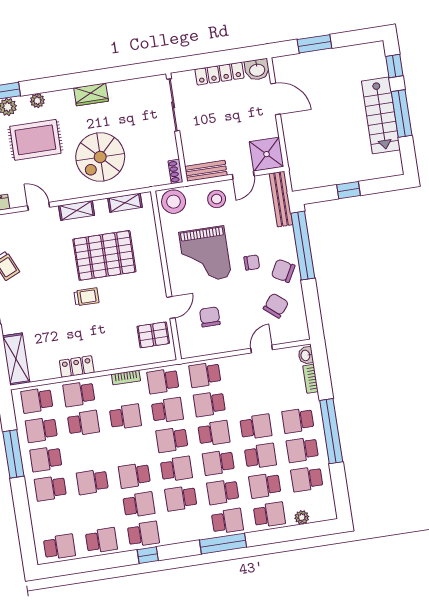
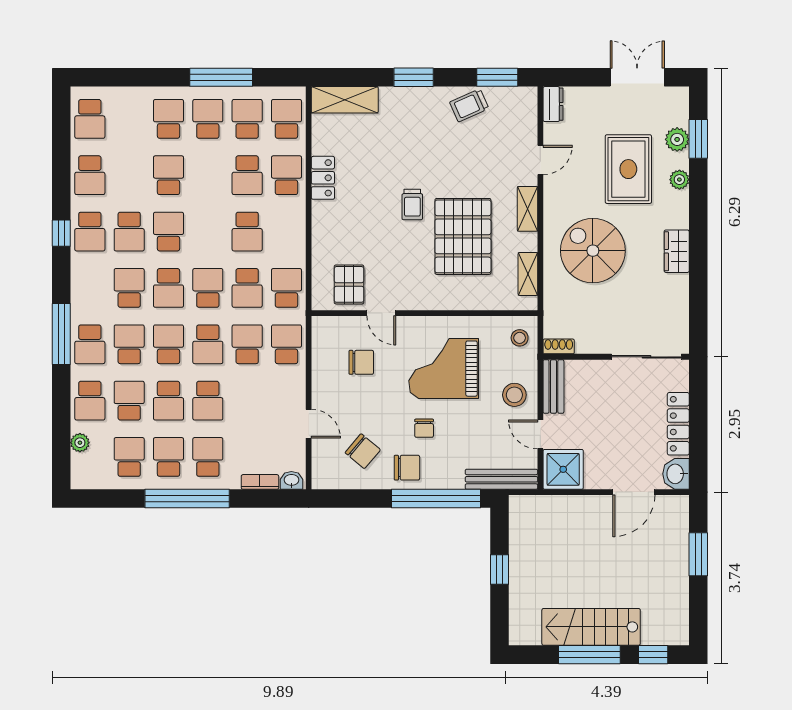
stool: (174, 202) -> (520, 338), width x0.53, depth x0.53
chair: (283, 271) -> (407, 468), turned 61
bookcase: (126, 378) -> (299, 240), removed

